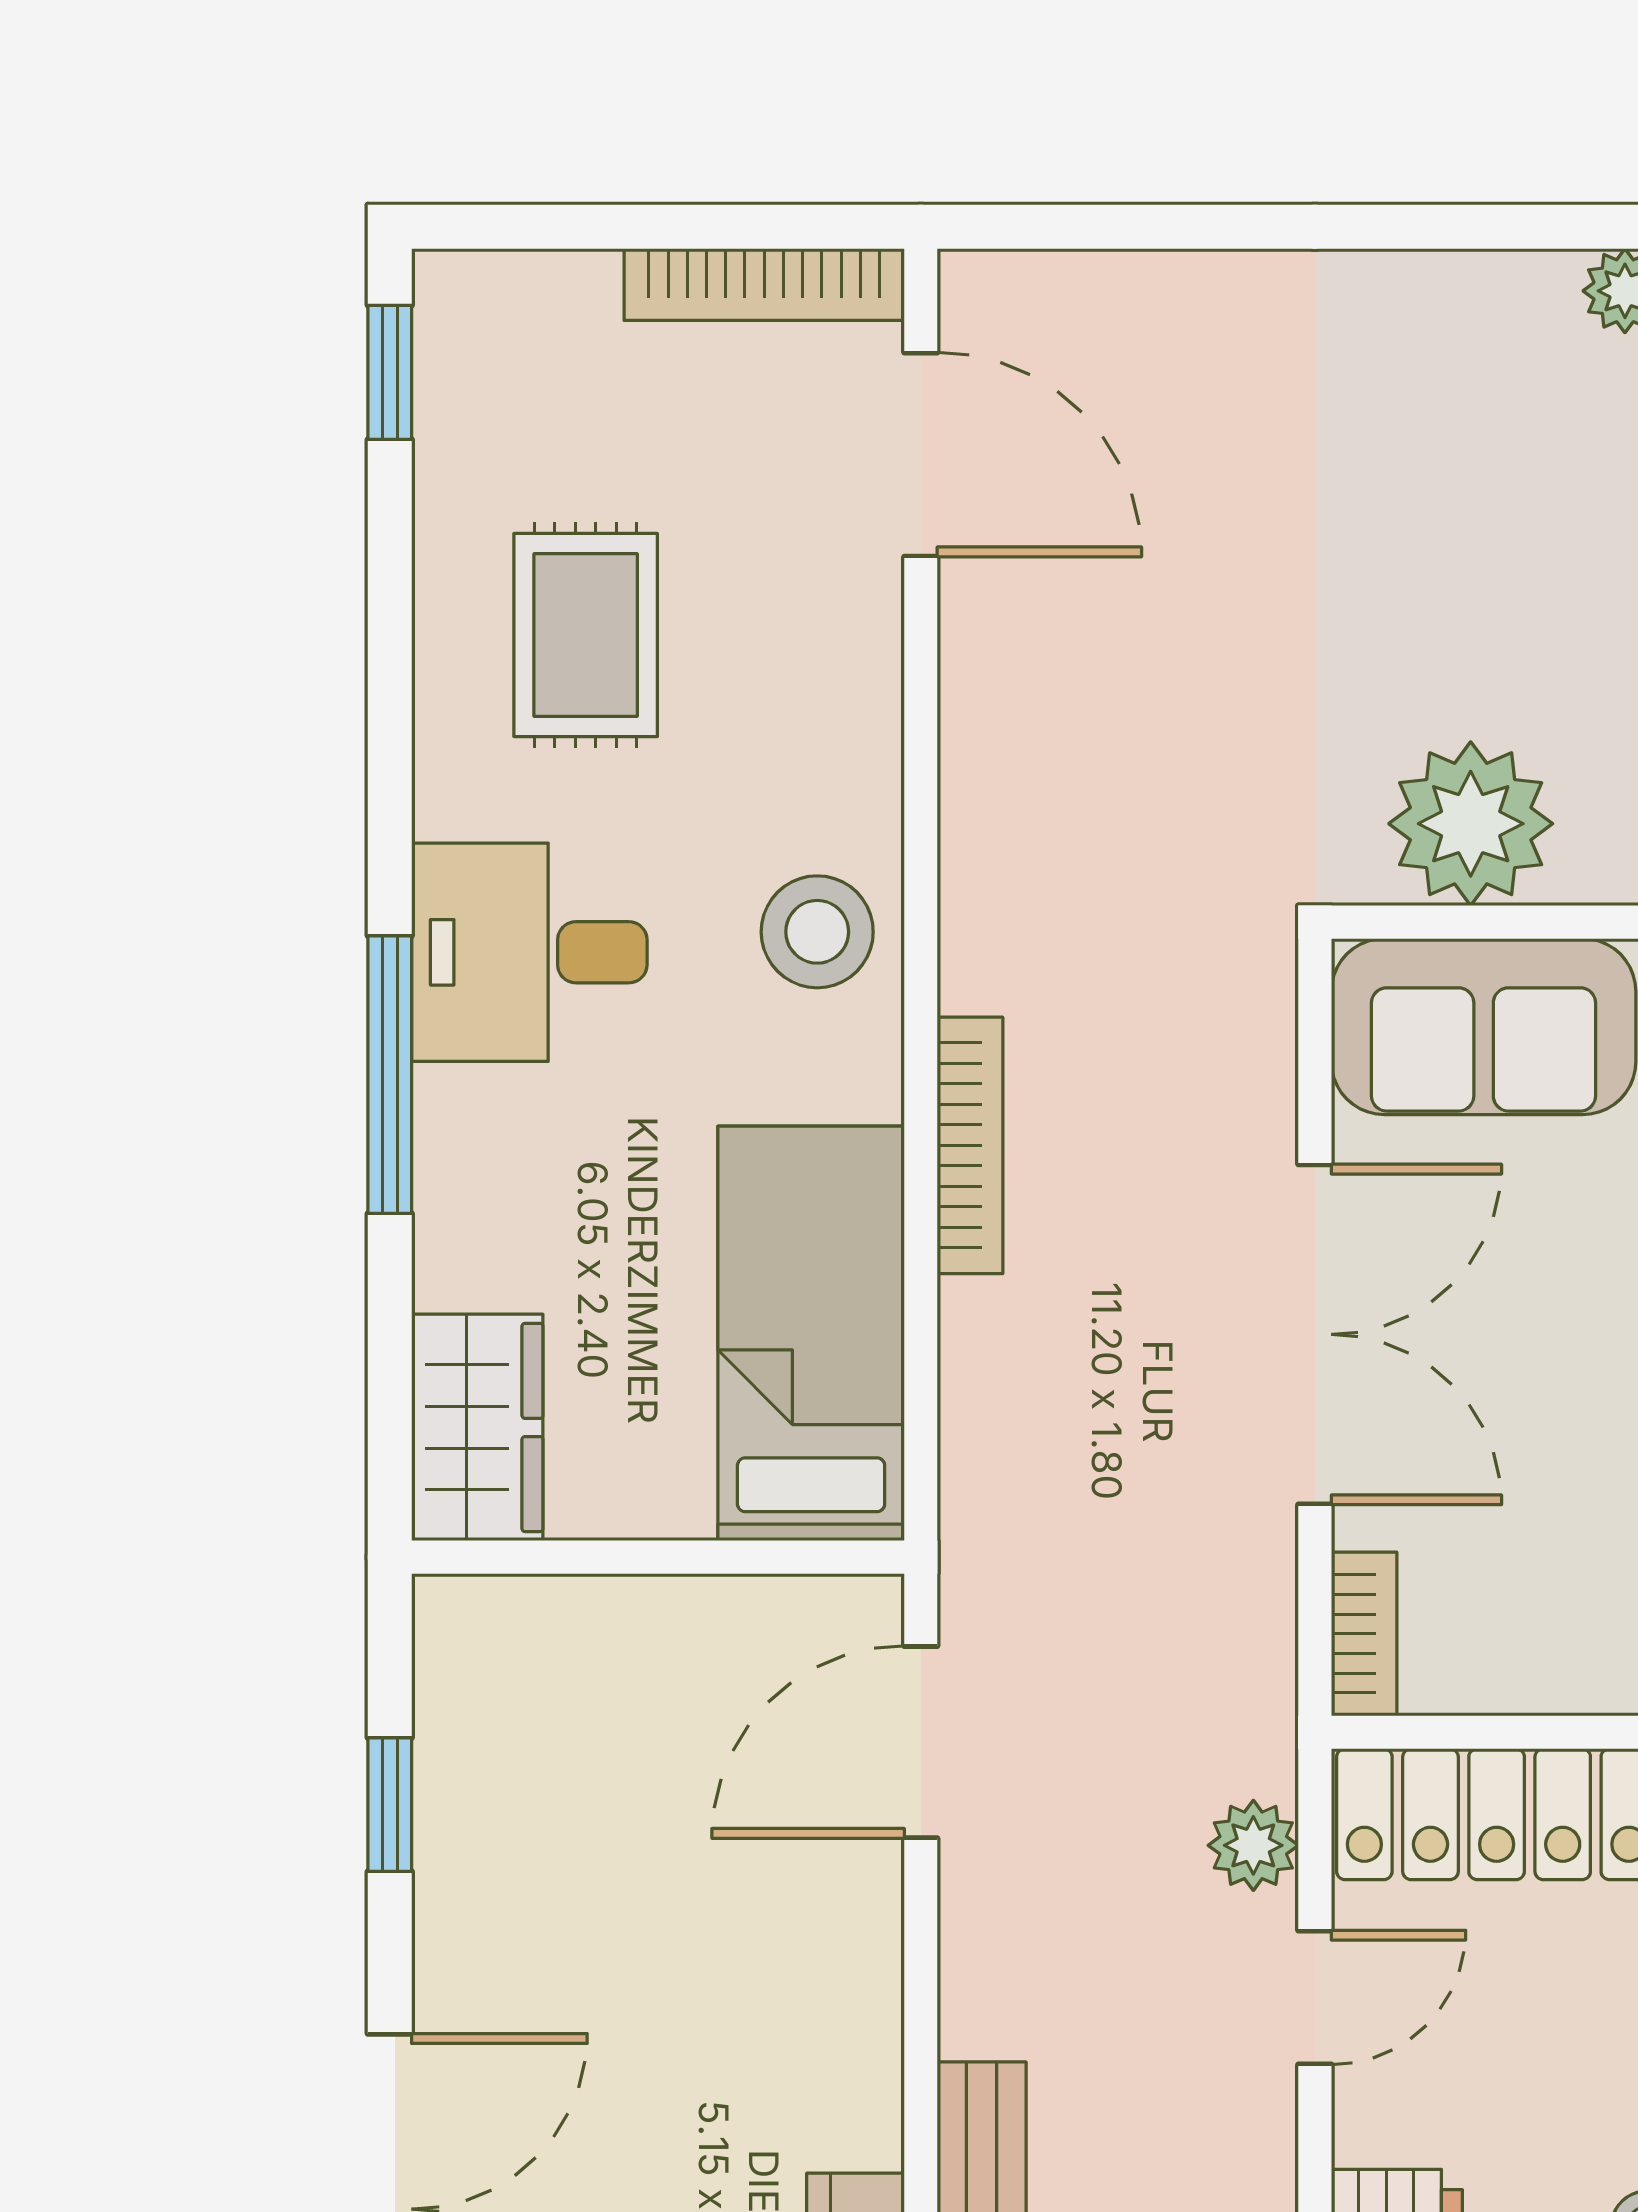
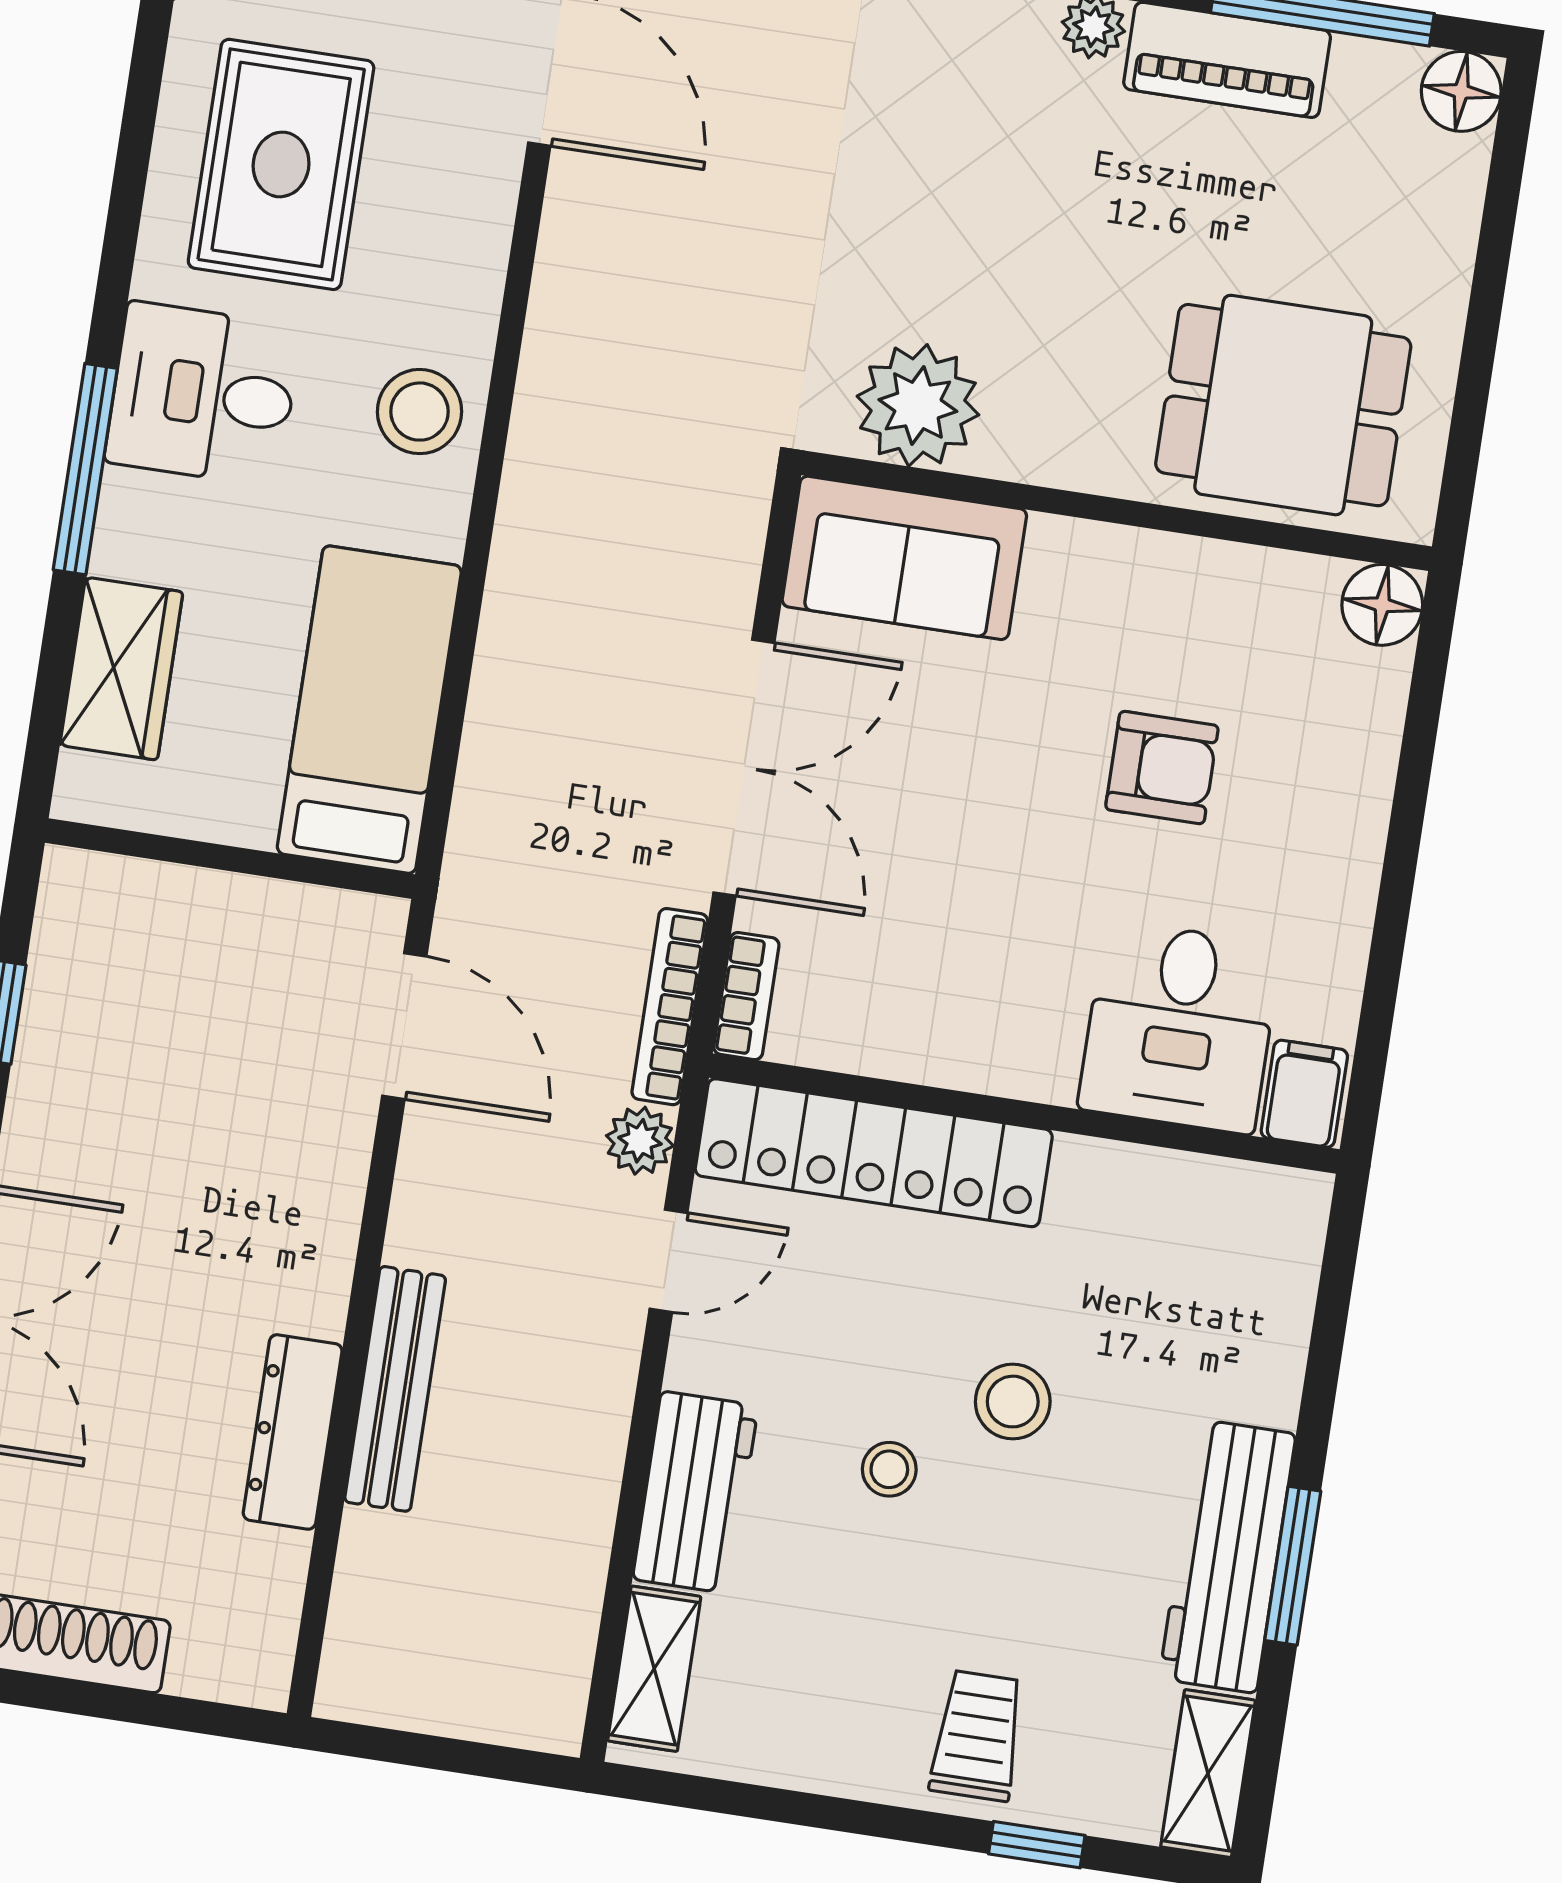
rug: (586, 635) -> (281, 164), width x1.36, depth x1.43
bookcase: (970, 1145) -> (670, 1007), moved, turned 180
wardrobe: (477, 1427) -> (121, 669), moved
door: (921, 1742) -> (404, 1026), swing flipped

